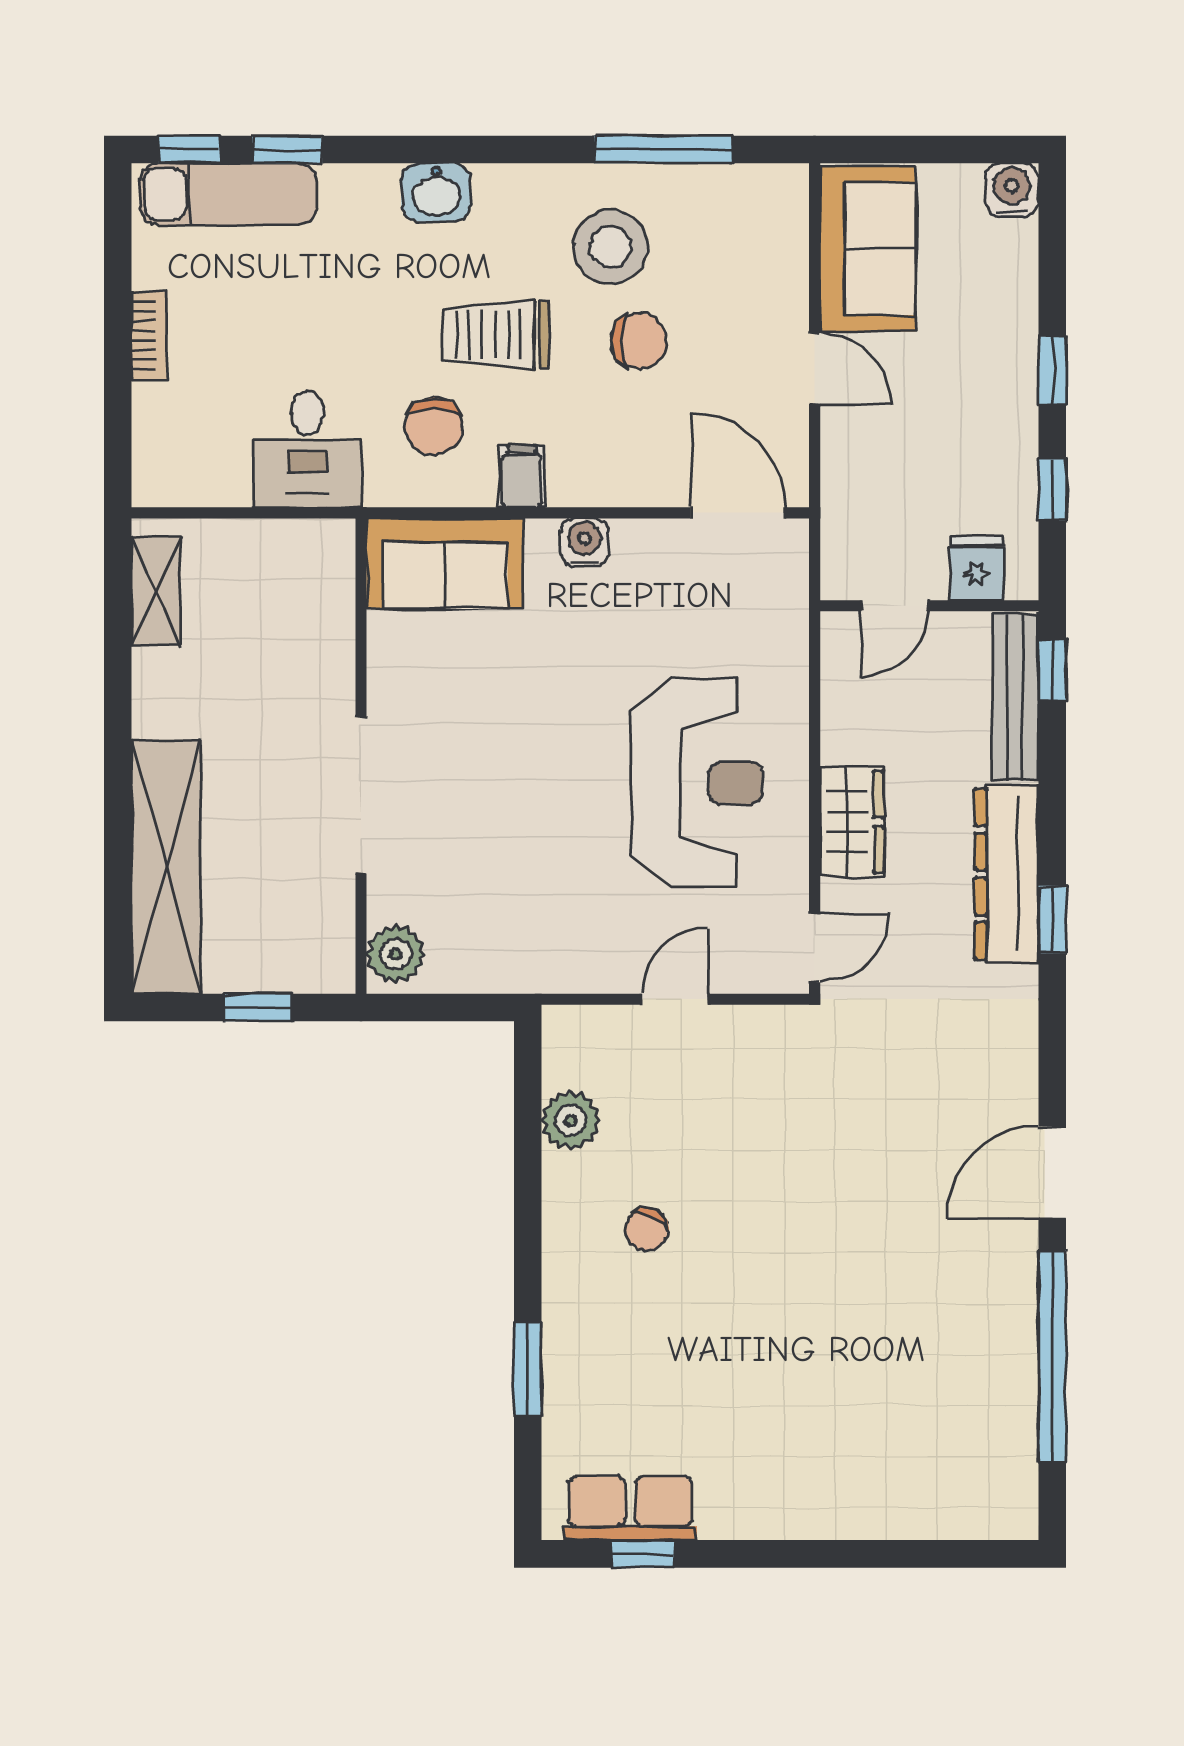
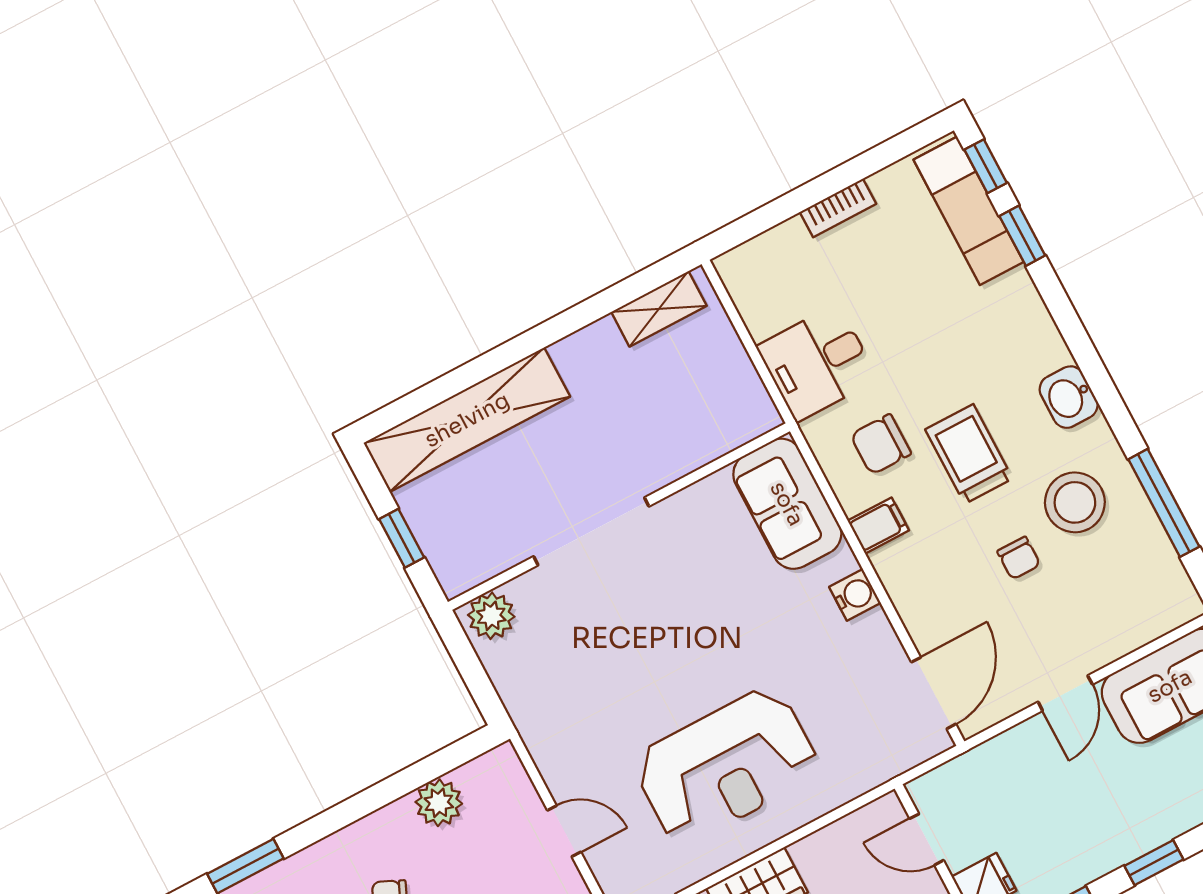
washbasin: (436, 192) -> (1069, 397), moved
chair: (639, 341) -> (1019, 558), width x0.73, depth x0.73

